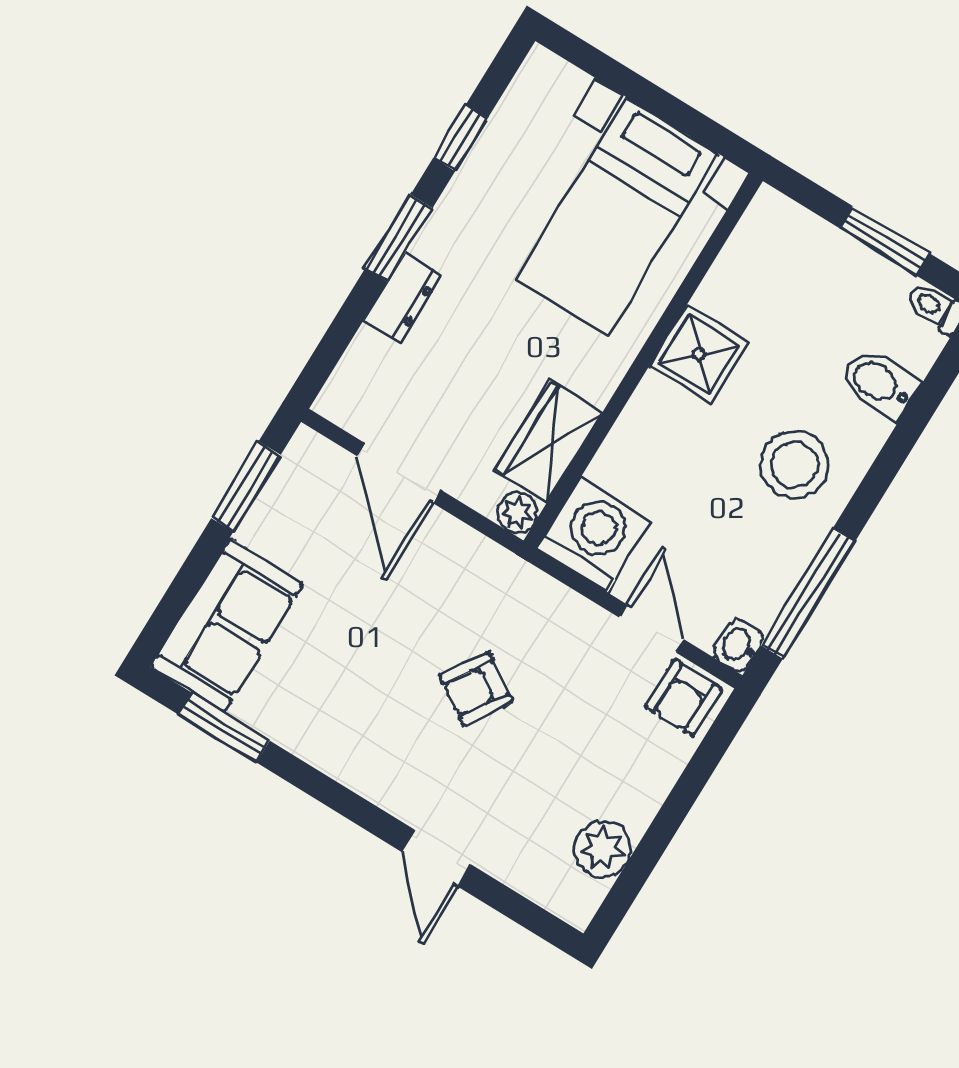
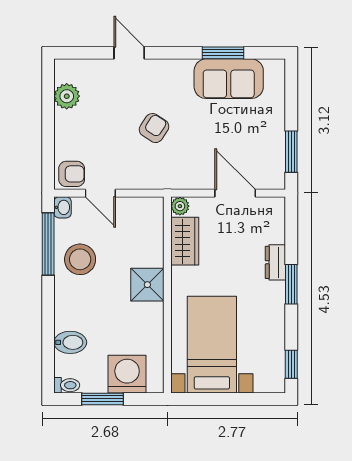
window: (461, 138) -> (291, 364), moved
shower: (699, 354) -> (147, 285), moved
stool: (794, 465) -> (80, 259), moved
washing machine: (594, 535) -> (127, 374), moved, turned 180
sofa: (227, 625) -> (229, 79), moved, turned -90
armchair: (683, 698) -> (72, 174), turned 90
window: (224, 727) -> (223, 53), moved

